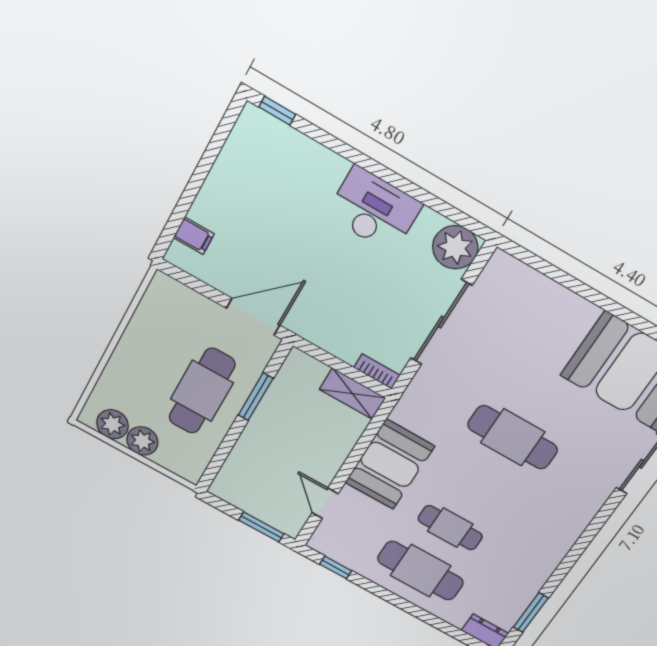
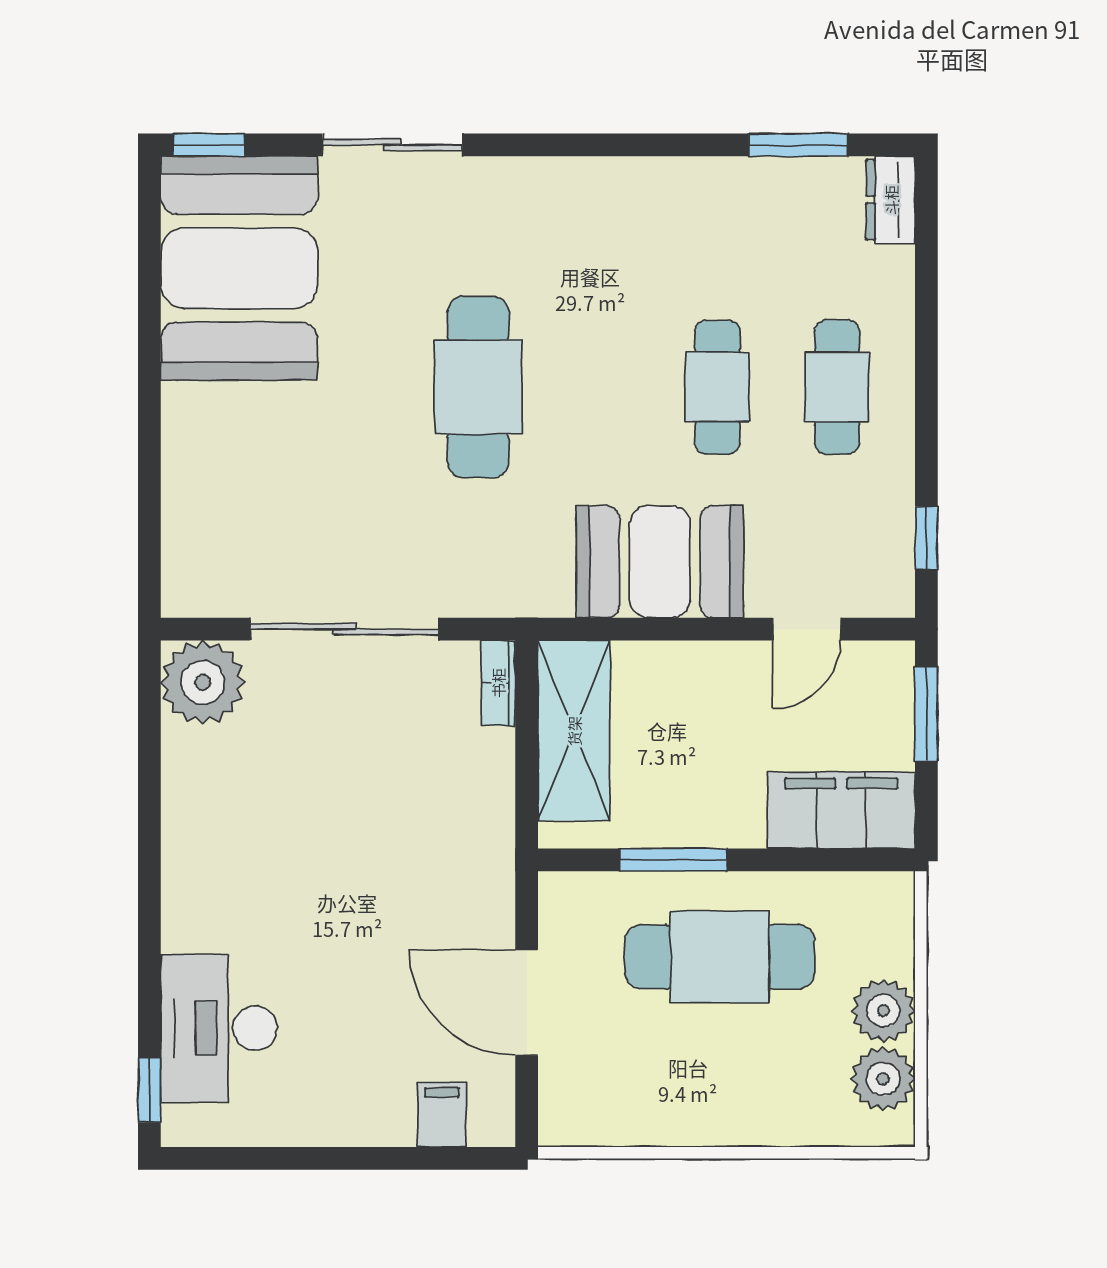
desk: (374, 210) -> (219, 1028), moved
door: (253, 317) -> (527, 1003), moved
shelving: (352, 394) -> (574, 731), width x1.50, depth x1.33
filing cabinet: (239, 473) -> (841, 810), added
cafe table: (420, 571) -> (837, 387), width x0.73, depth x0.74

